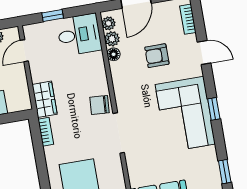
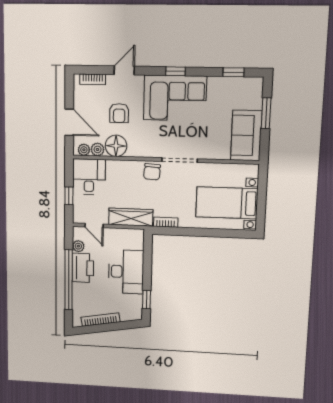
floor lamp: (114, 54) -> (116, 146), width x1.89, depth x1.89
wardrobe: (45, 99) -> (131, 217), width x1.50

